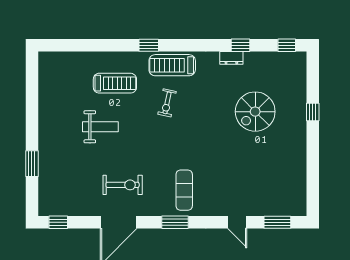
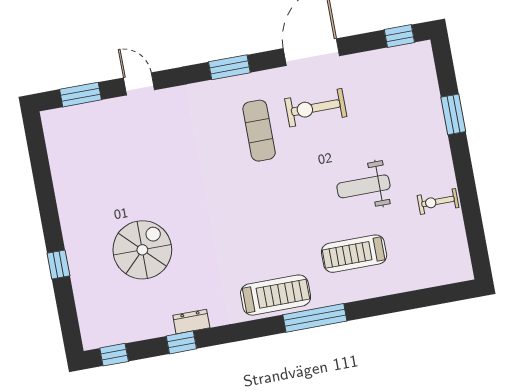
window: (149, 45) -> (315, 318), width x2.17
exercise bike: (167, 103) -> (438, 201), moved, turned -102
exercise mat: (184, 190) -> (259, 131), moved

